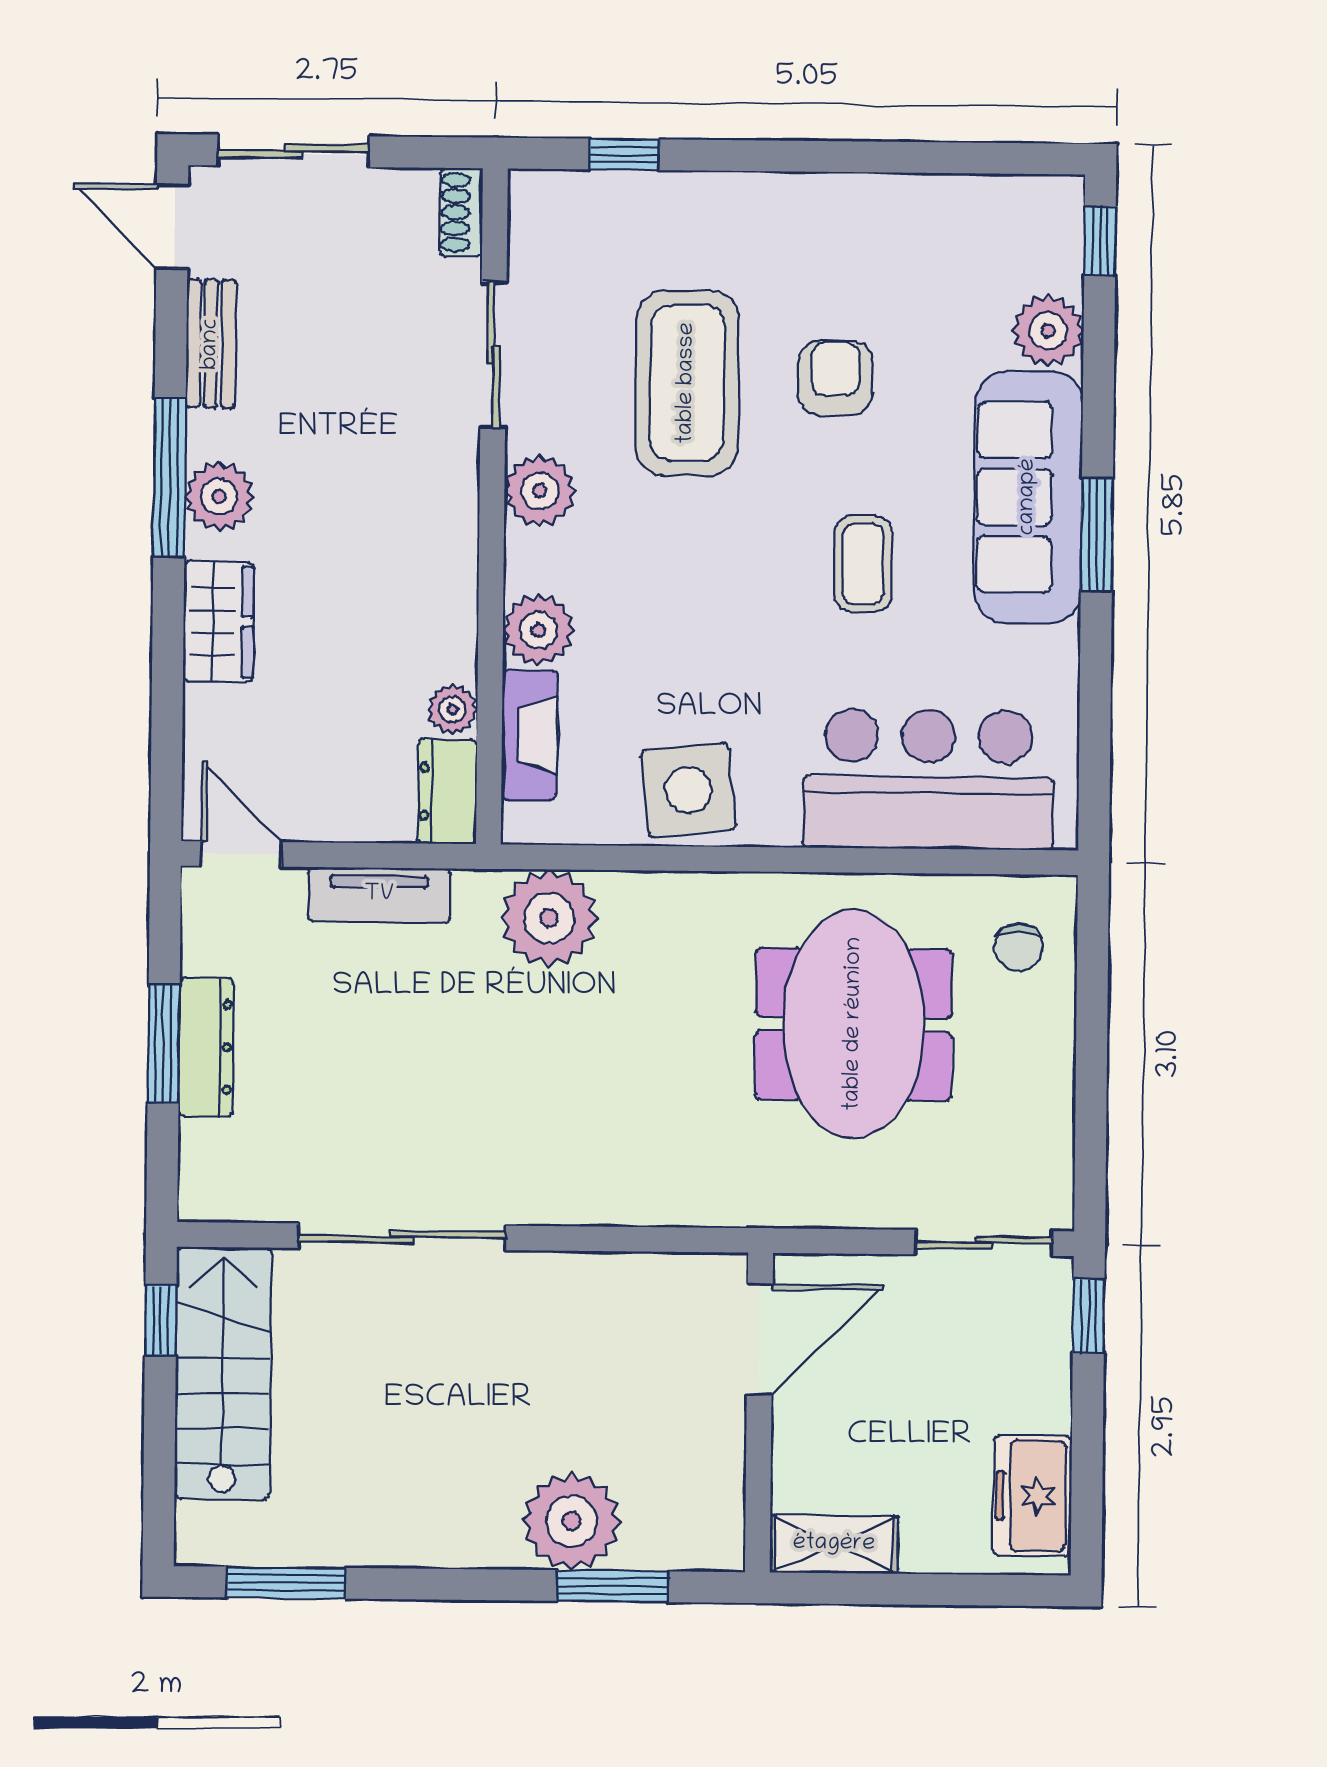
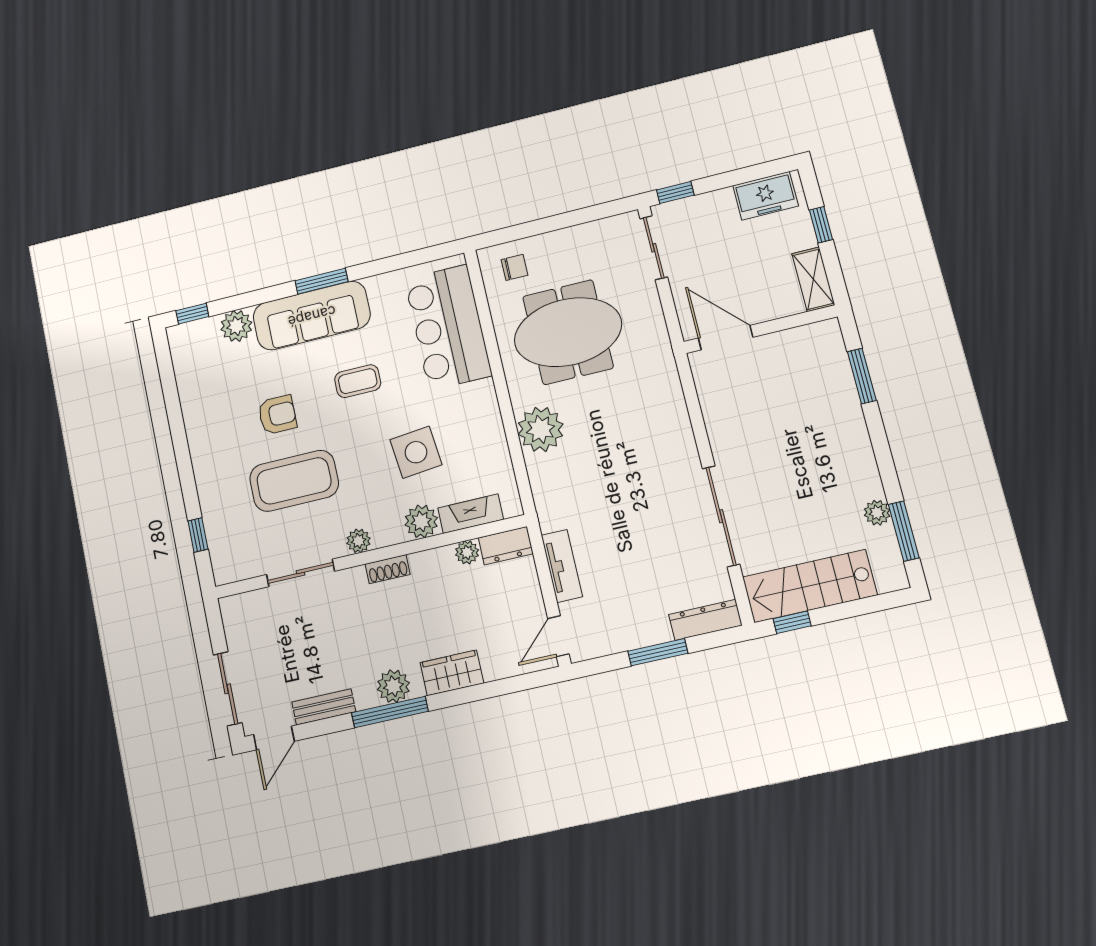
shoe rack: (461, 212) -> (388, 569), moved
armchair: (835, 378) -> (277, 415), turned 180
plant: (540, 491) -> (358, 541), width x0.73, depth x0.73
side table: (688, 790) -> (416, 452), moved
plant: (549, 918) -> (541, 429), moved
dresser: (206, 1047) -> (705, 620), moved
plant: (571, 1521) -> (877, 513), moved, width x0.53, depth x0.53
window: (942, 1590) -> (821, 225), added

